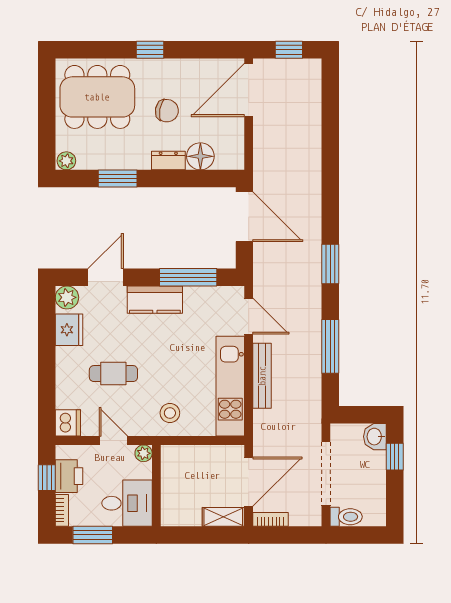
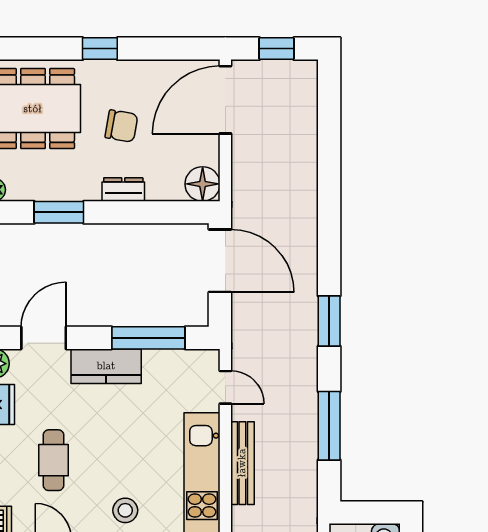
floor lamp: (200, 156) -> (203, 184), moved
door: (249, 316) -> (225, 387), width x0.73
cafe table: (113, 374) -> (53, 460), turned 90

